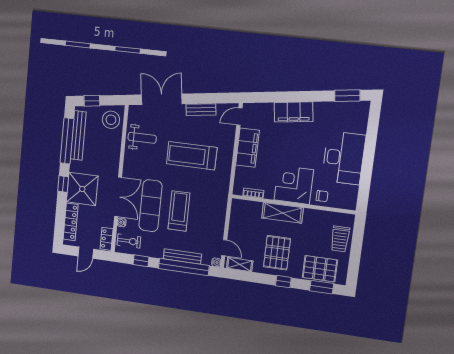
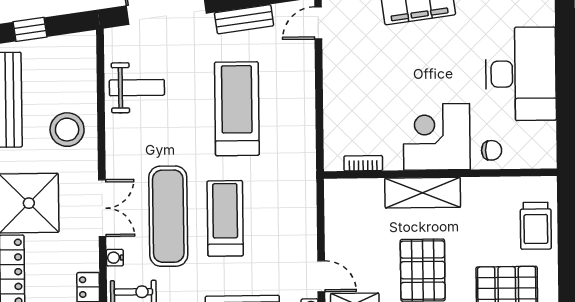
stool: (111, 120) -> (67, 130), moved
filing cabinet: (247, 148) -> (341, 79), removed
treadmill: (192, 156) -> (237, 109), turned 90
double door: (118, 197) -> (102, 208), width x0.73

